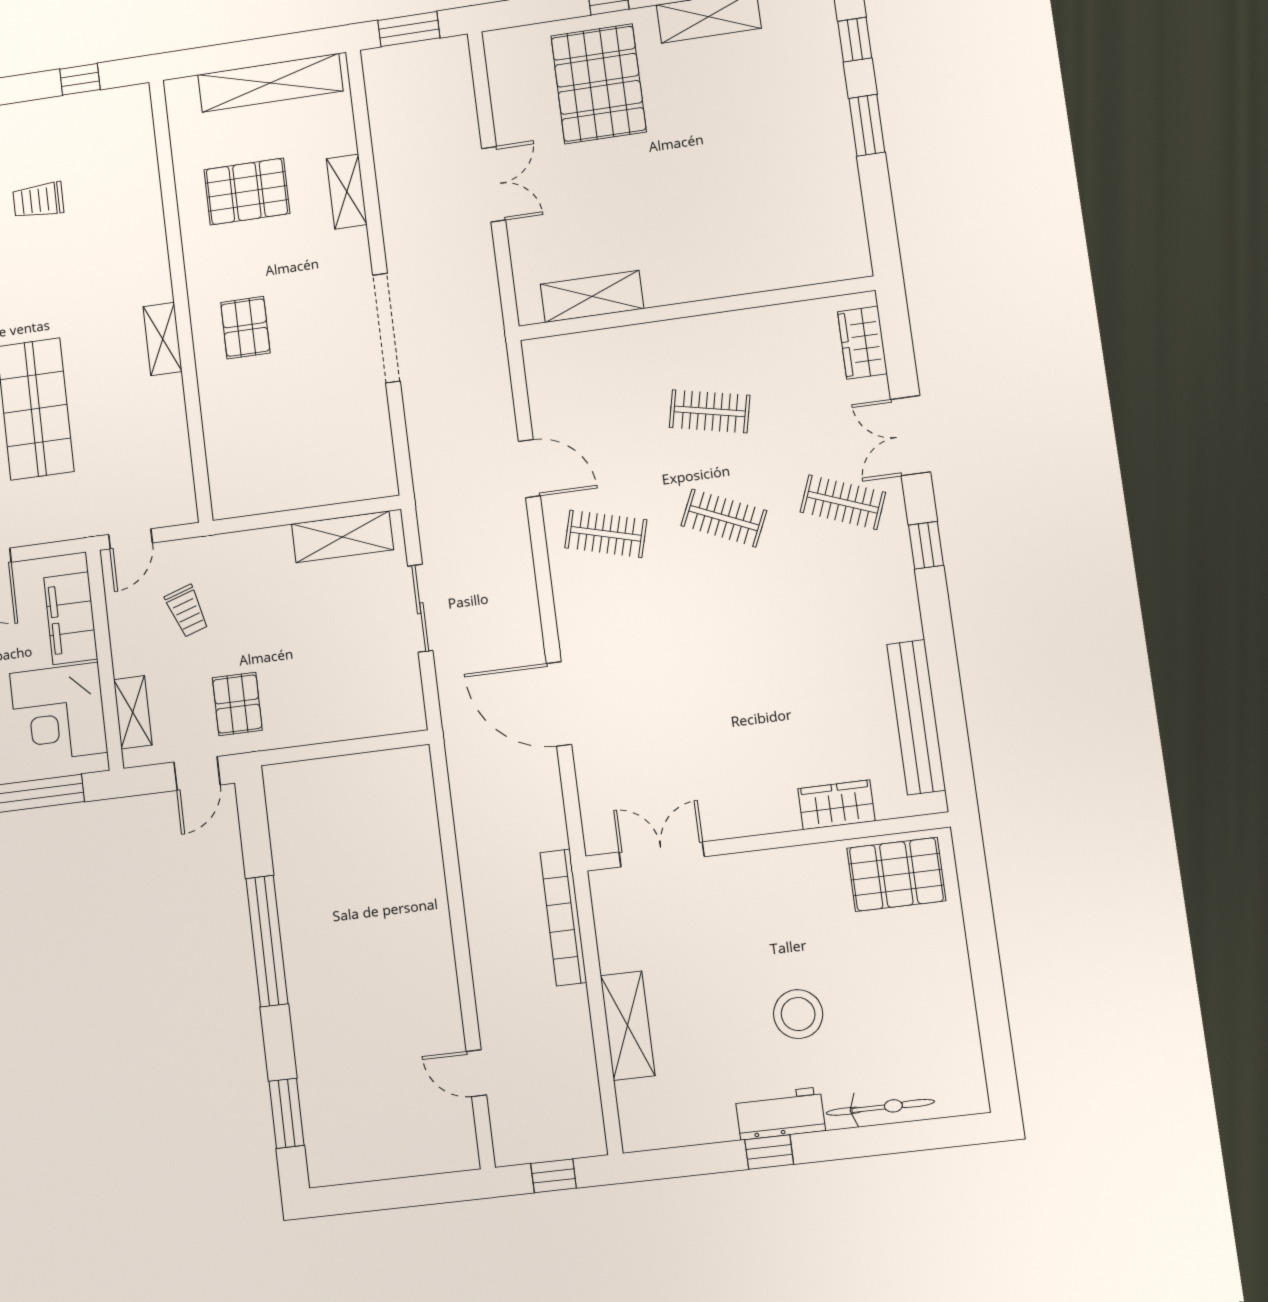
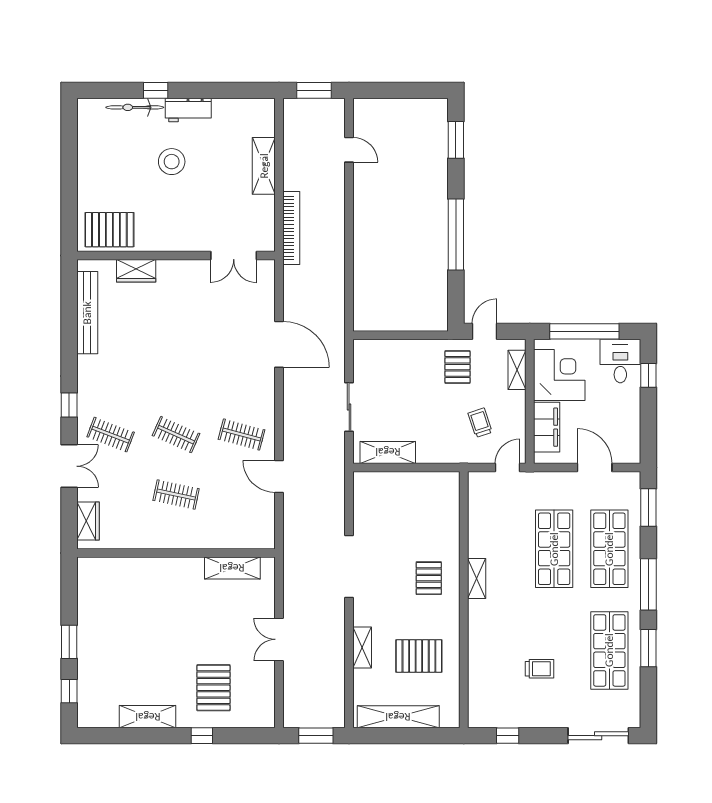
pallet: (599, 84) -> (213, 688), width x0.73, depth x0.71
window: (769, 1152) -> (156, 90), moved
window: (554, 1176) -> (314, 90), width x1.50

